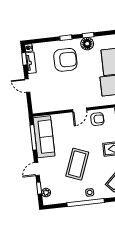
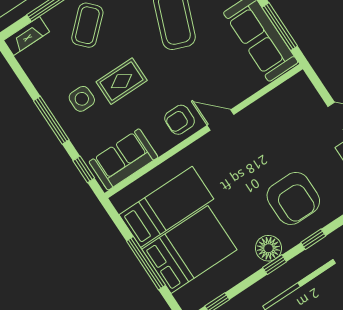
armchair: (65, 60) -> (293, 198), turned -90
door: (80, 110) -> (220, 120), hinge flipped

